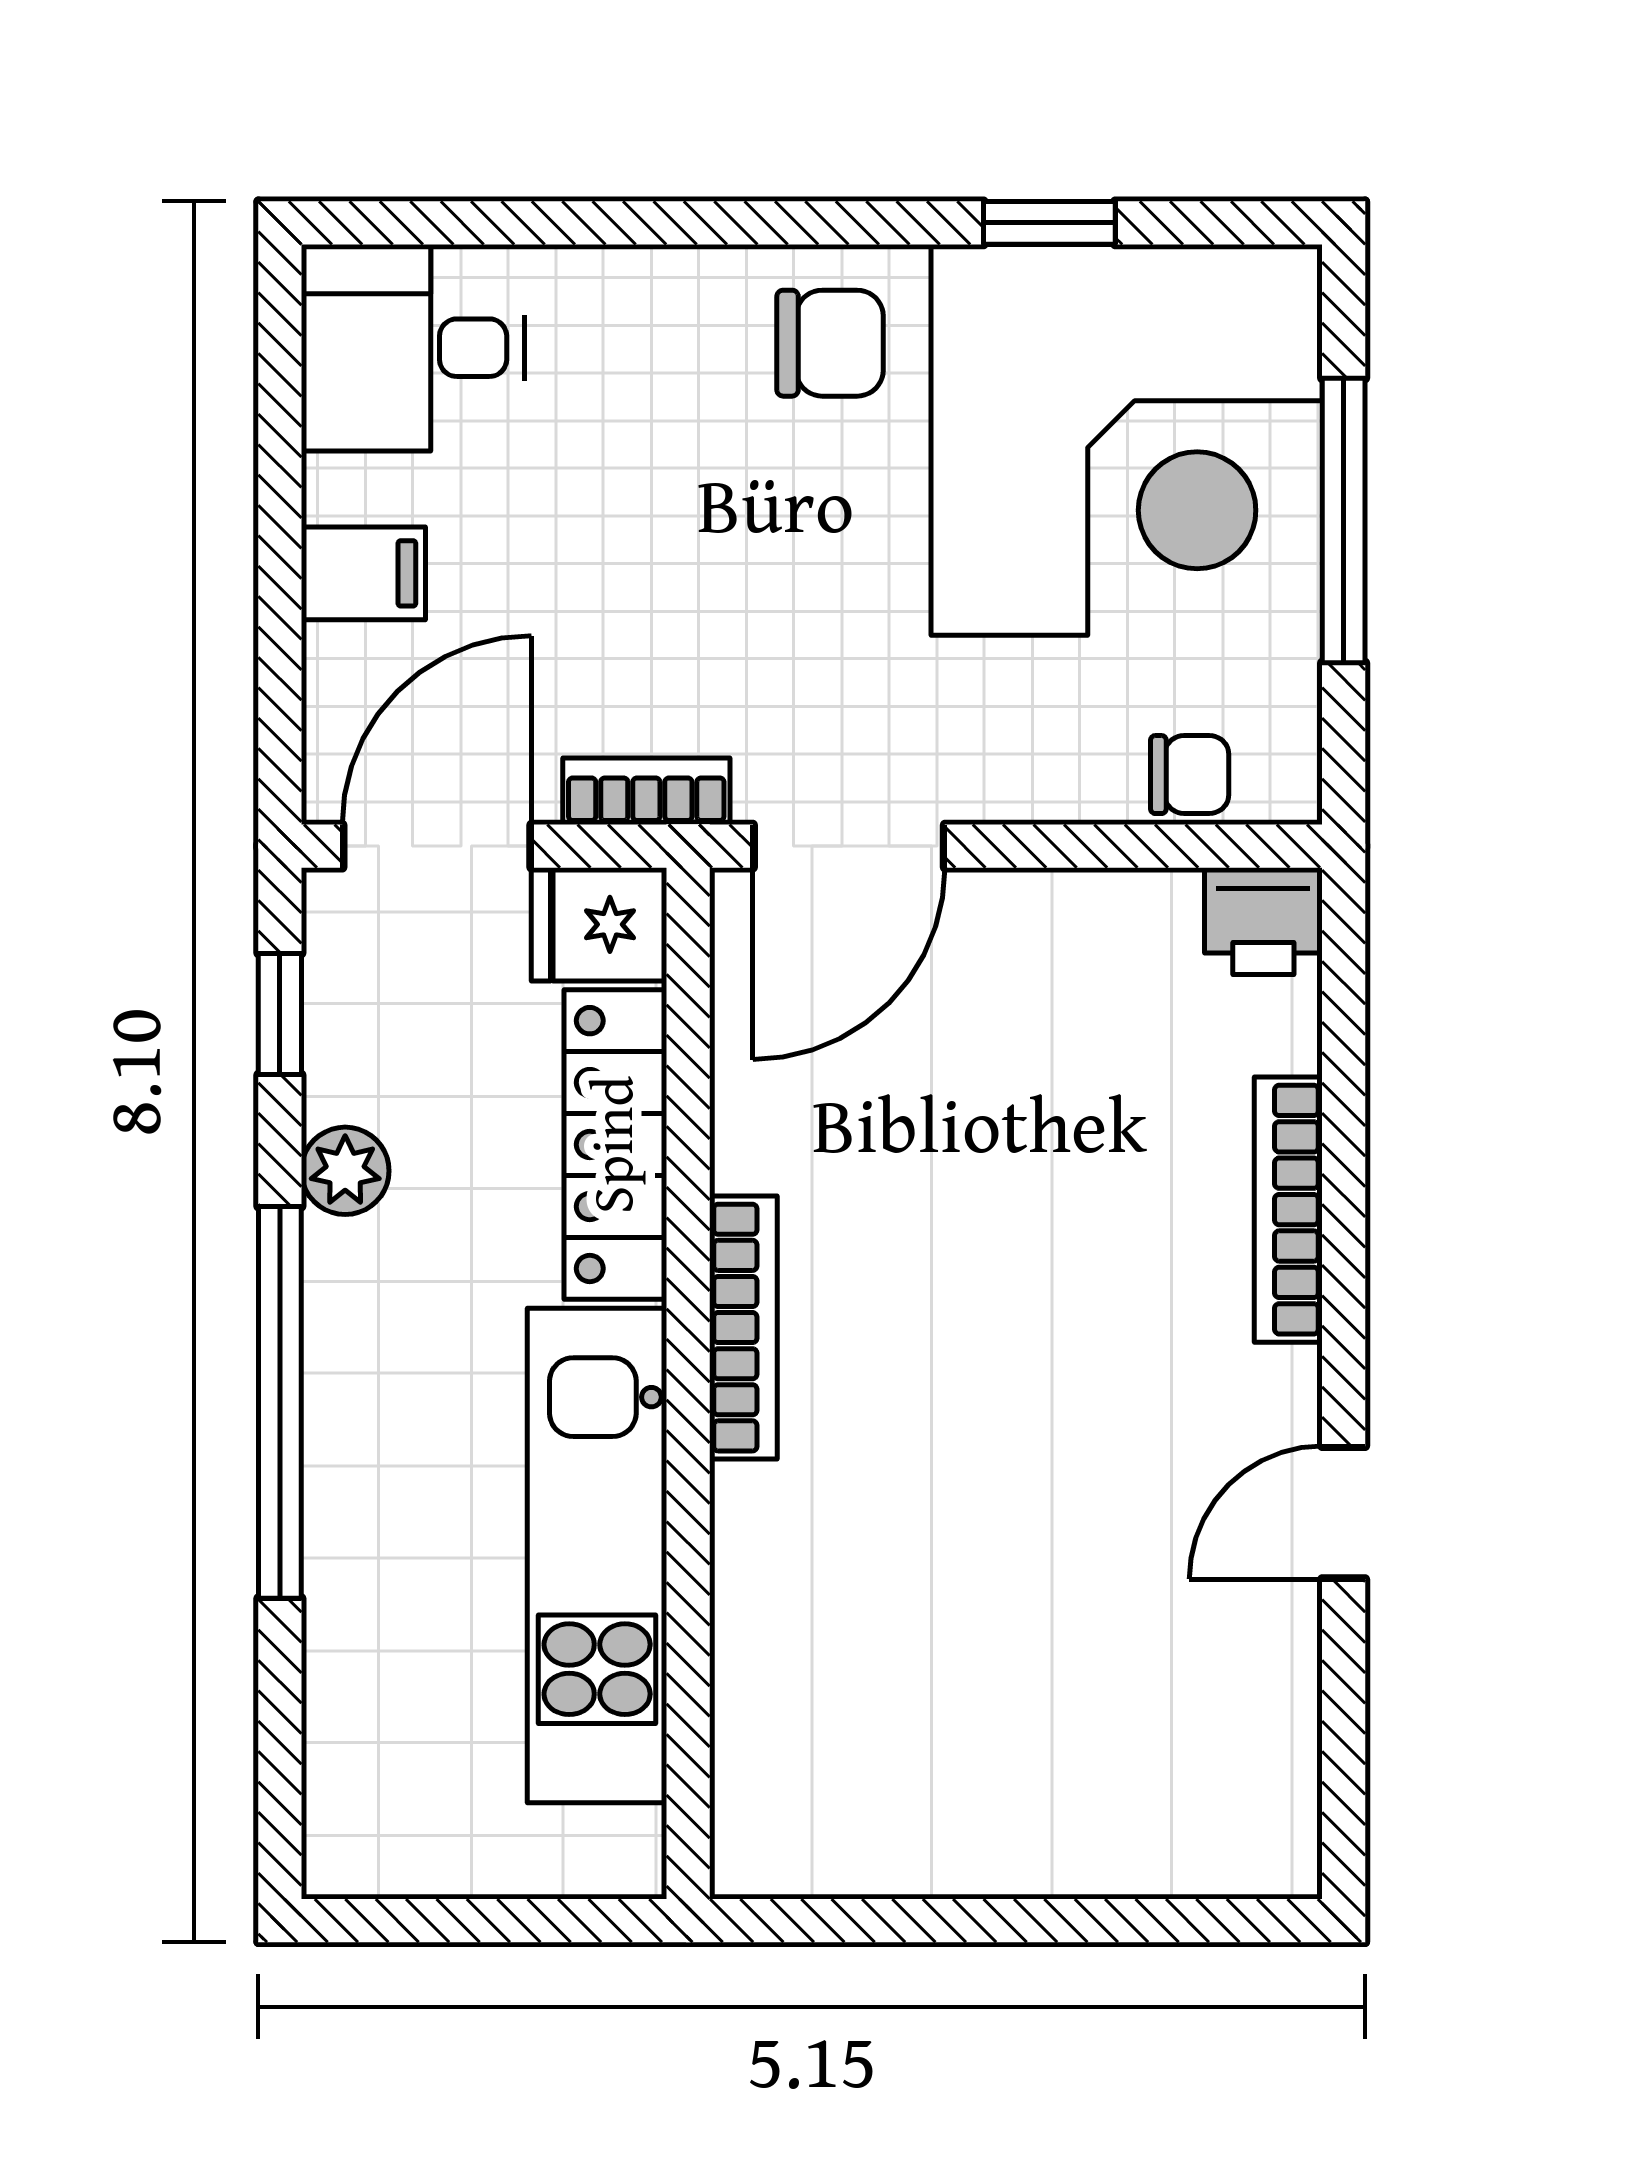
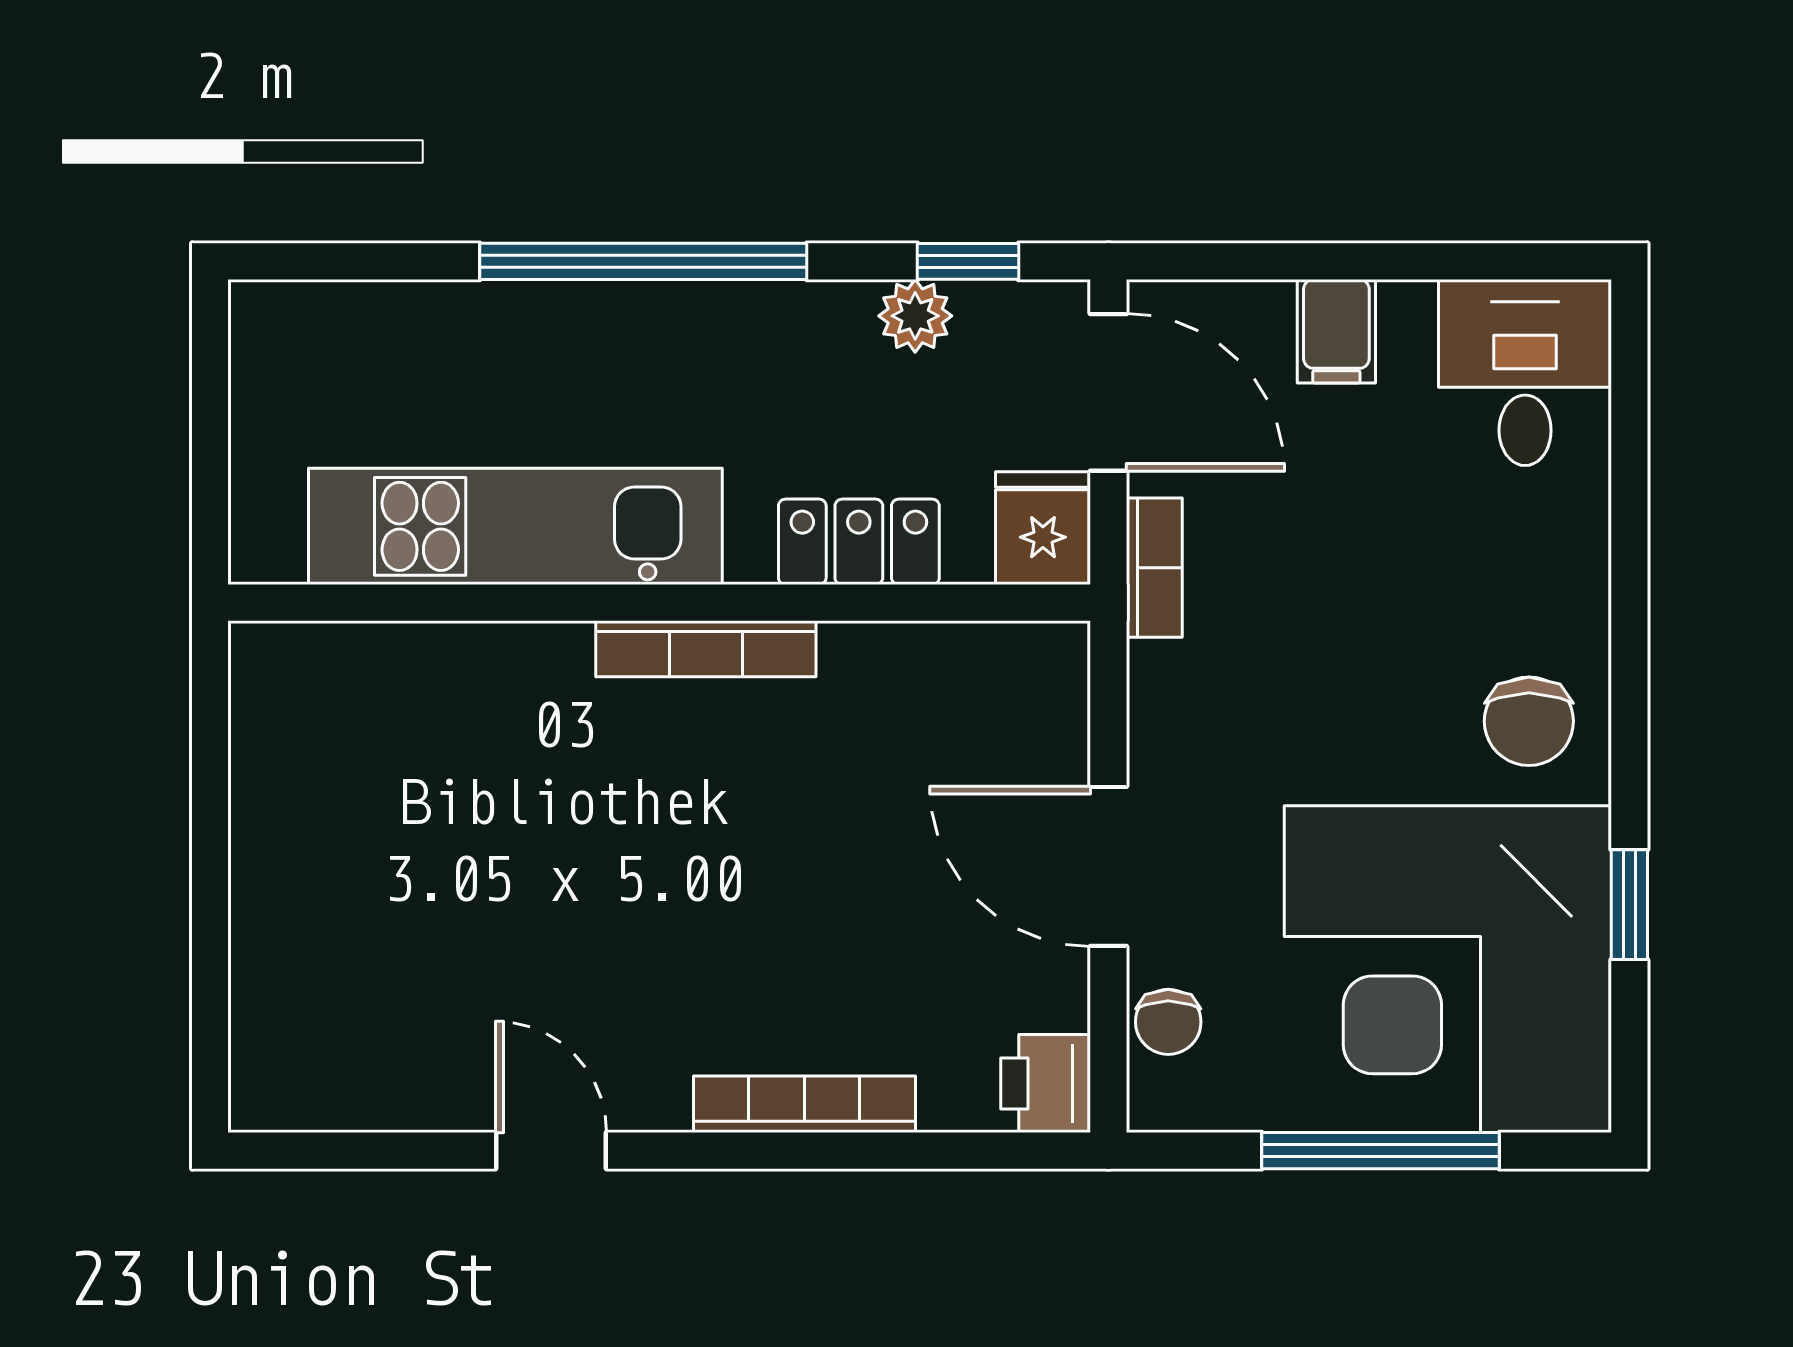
door: (849, 846) -> (1108, 866), moved
locker: (615, 1145) -> (859, 542), width x0.66
plant: (345, 1171) -> (915, 316), moved

